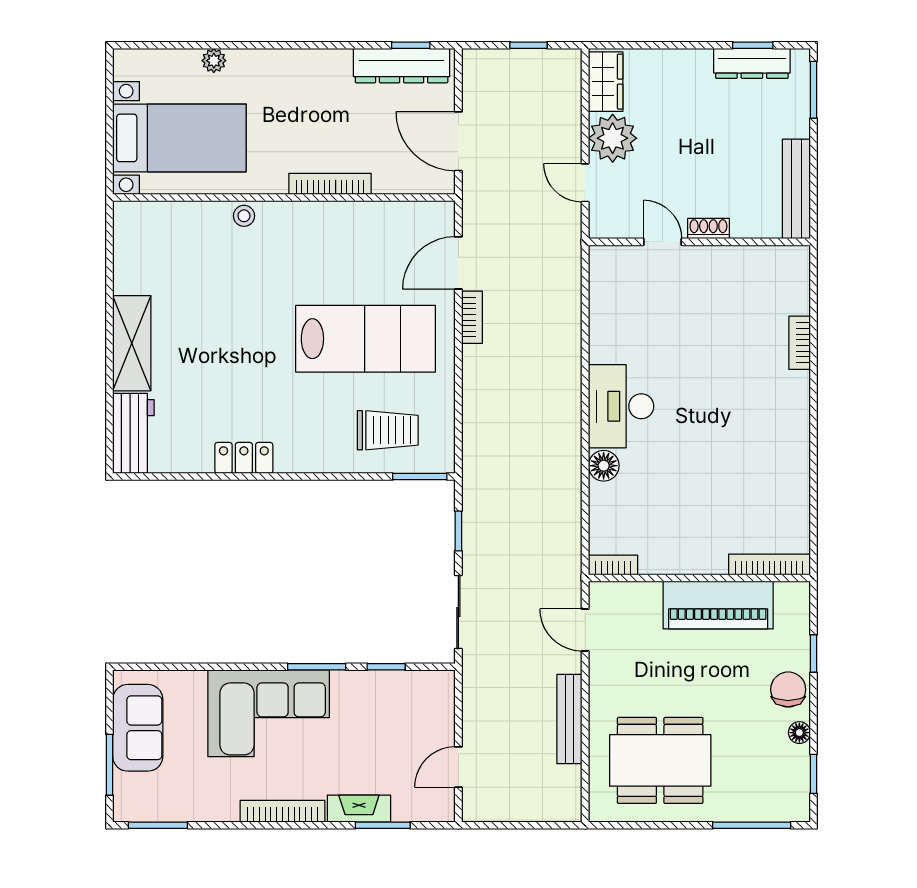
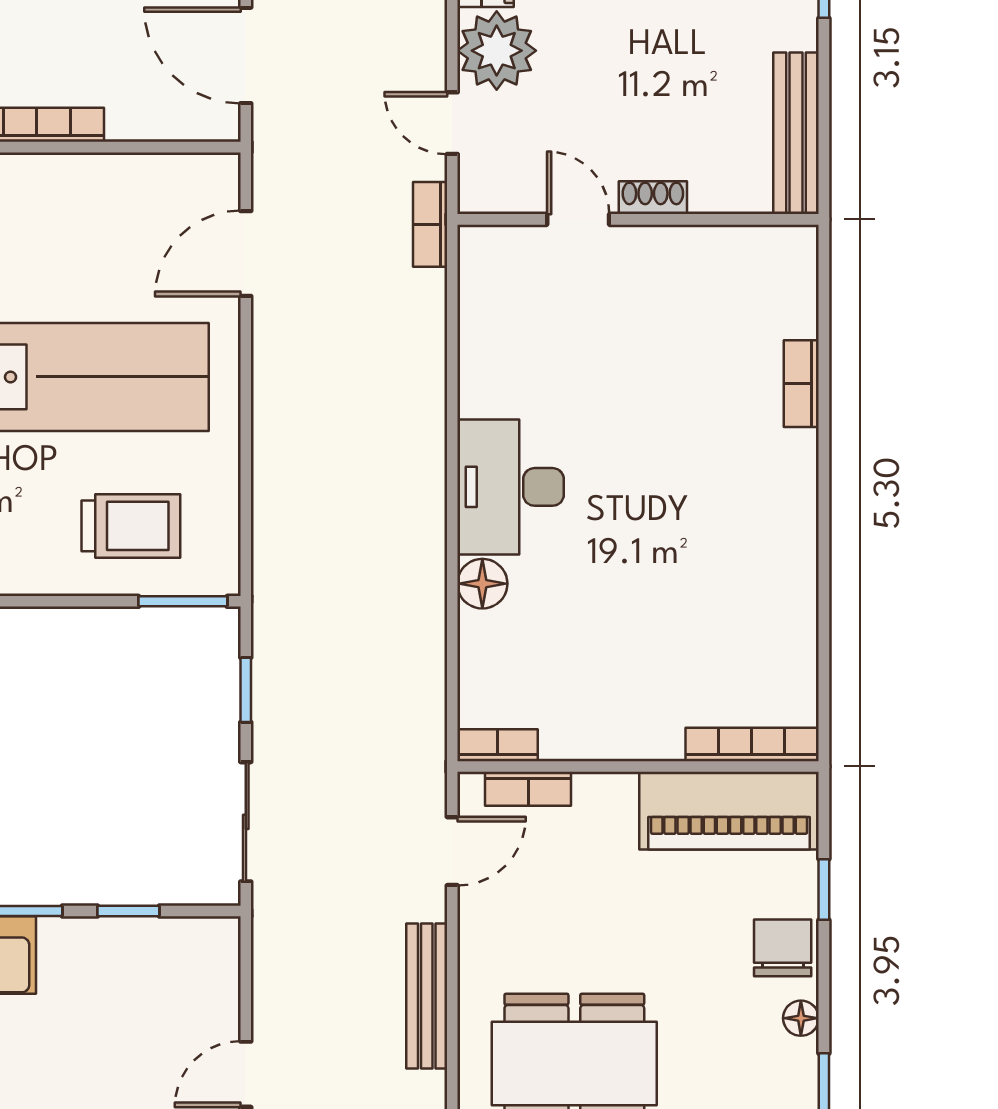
bookcase: (472, 317) -> (430, 224), moved, turned 180
bookcase: (632, 592) -> (528, 789), added
piano: (718, 605) -> (729, 811), moved
door: (585, 630) -> (452, 851), swing flipped

